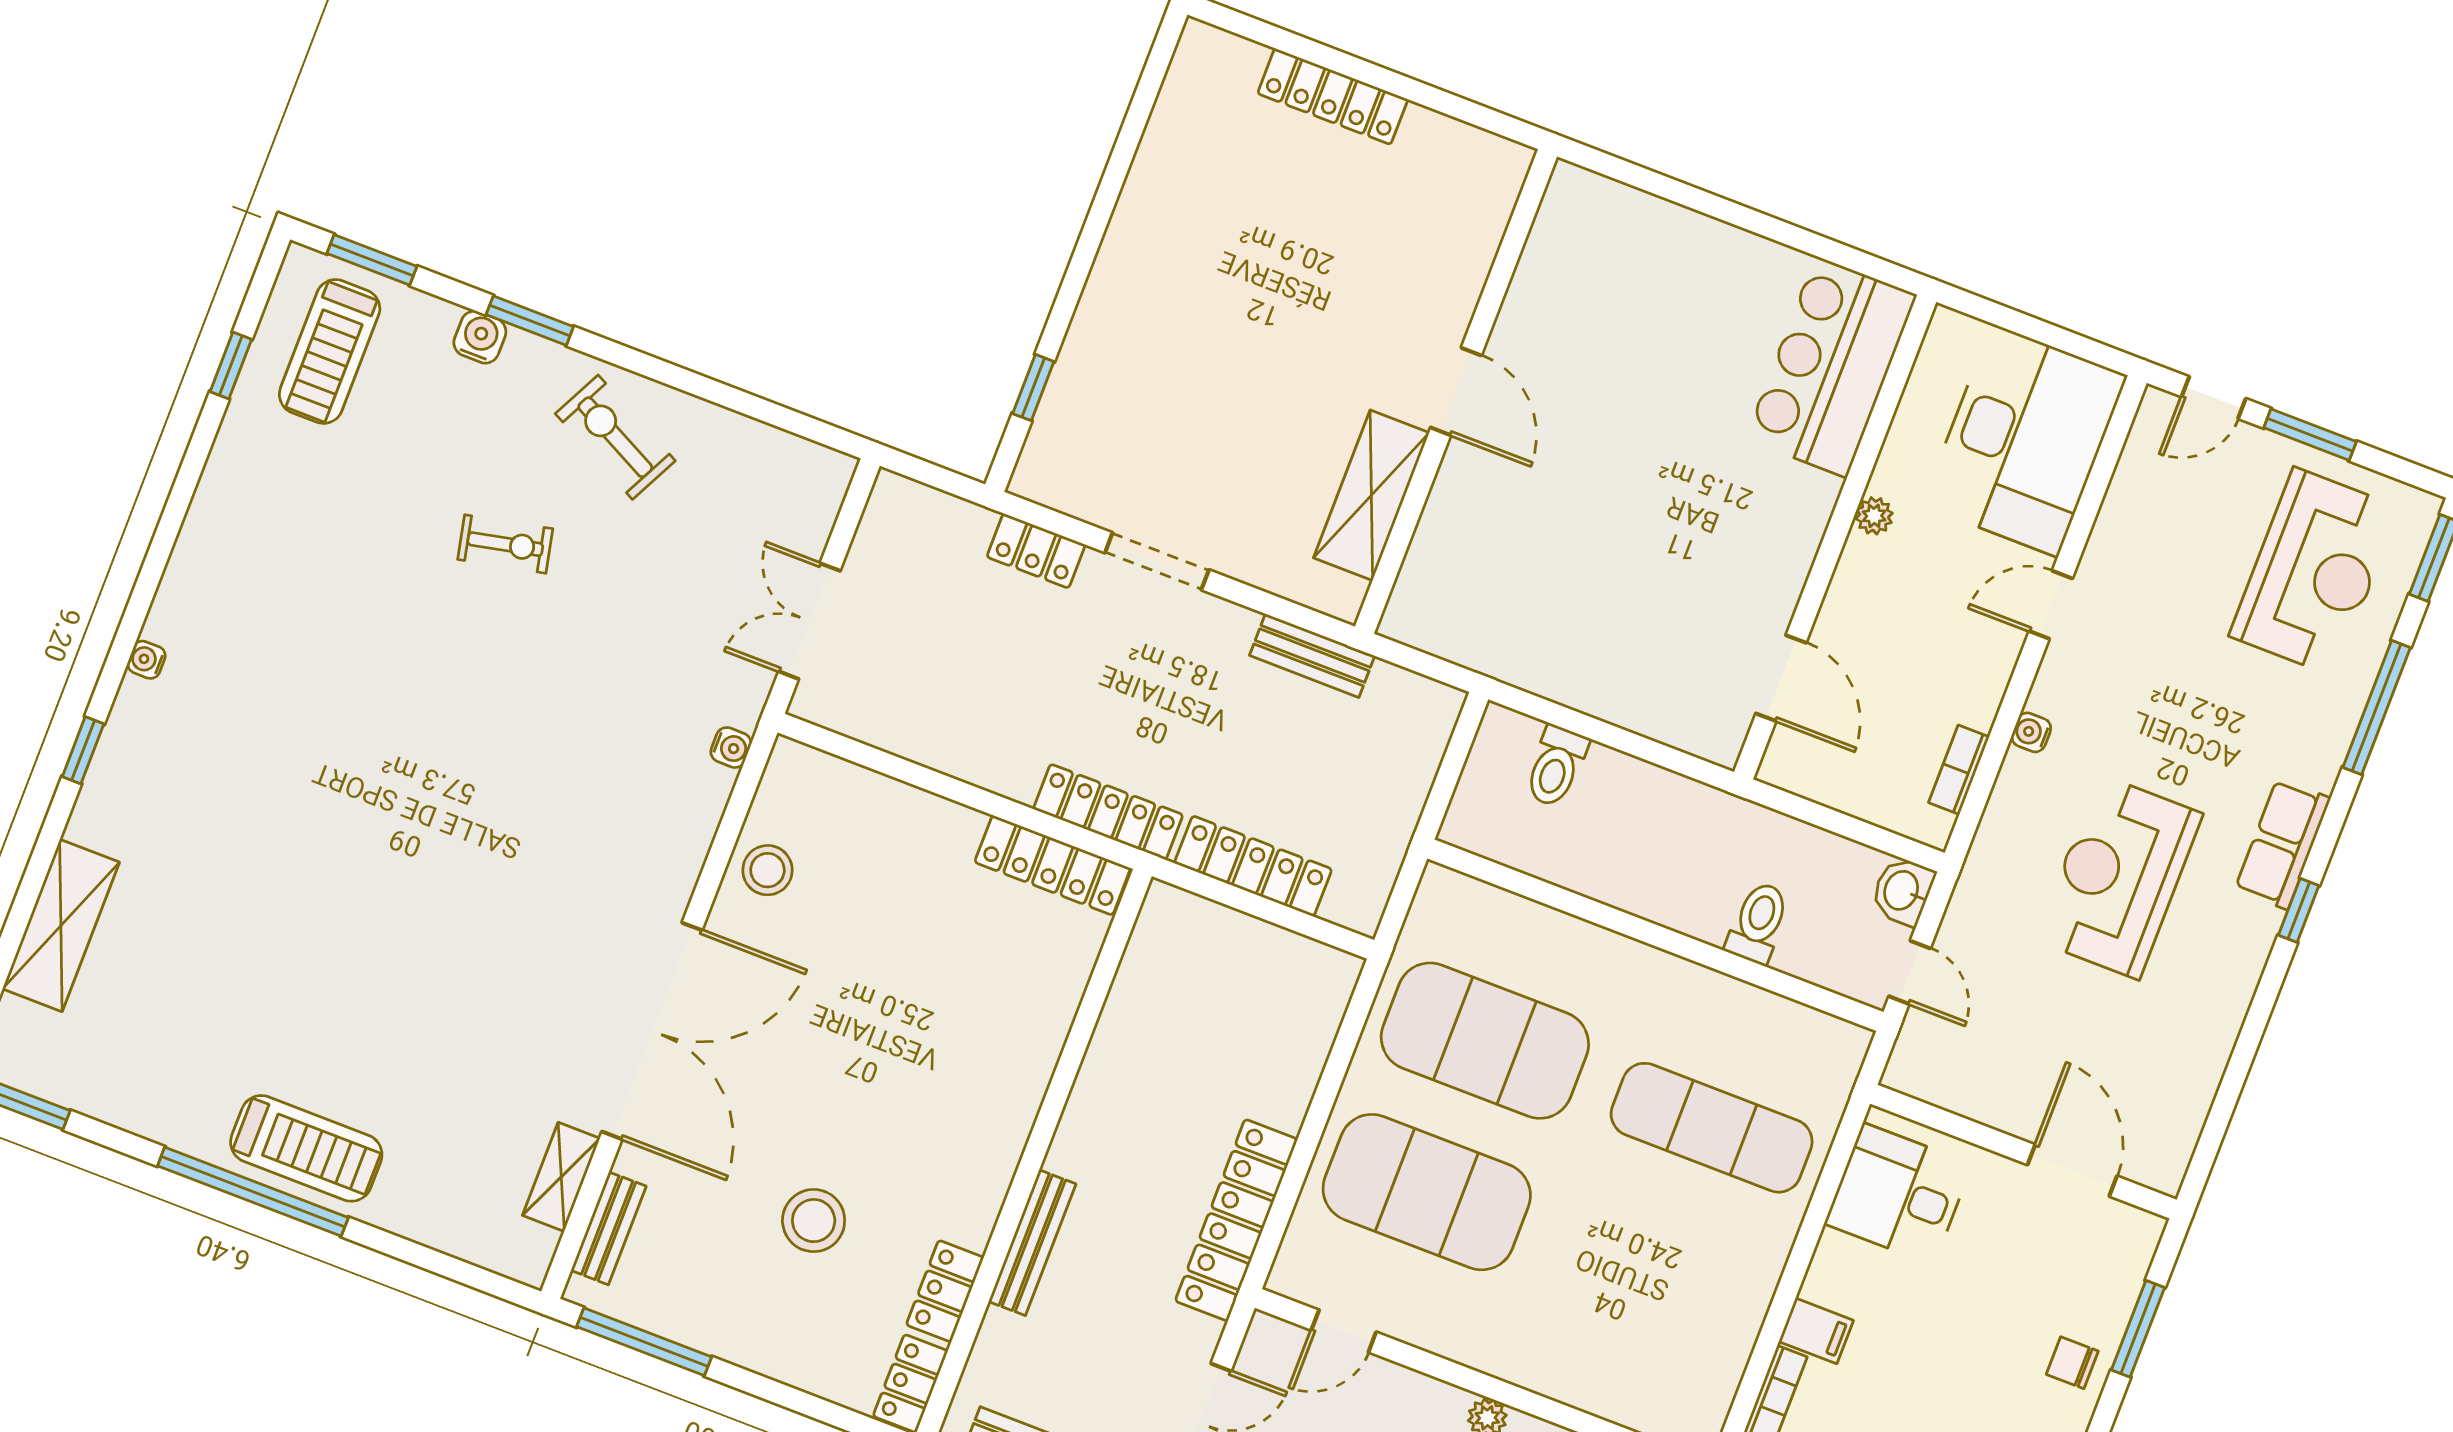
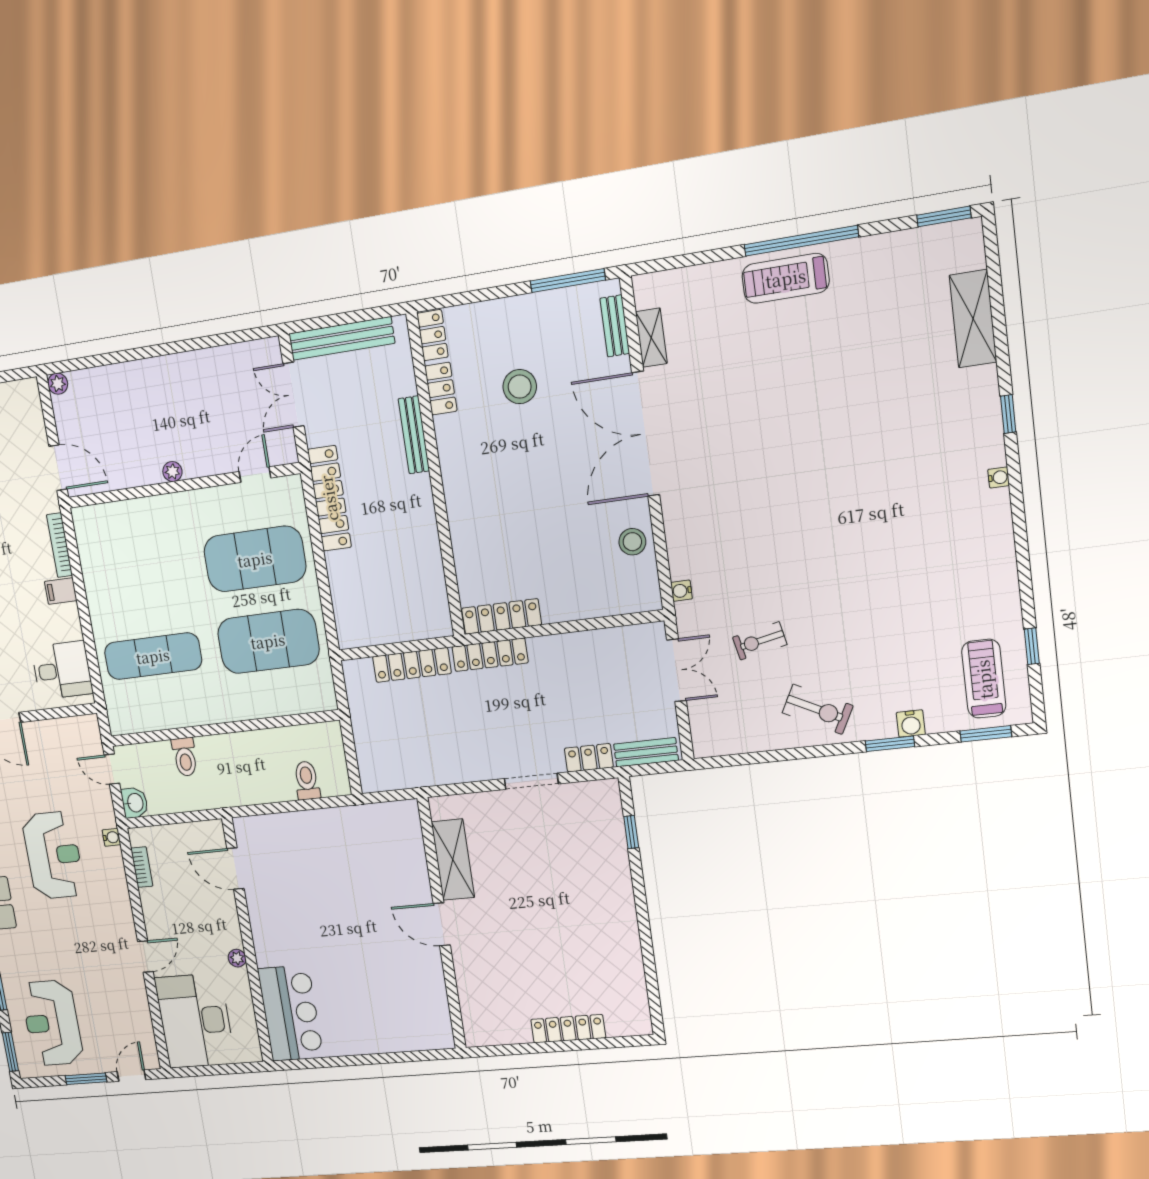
exercise bike: (505, 544) -> (760, 641), moved
bench: (1312, 656) -> (646, 752), moved
water cooler: (2031, 732) -> (111, 837), moved

